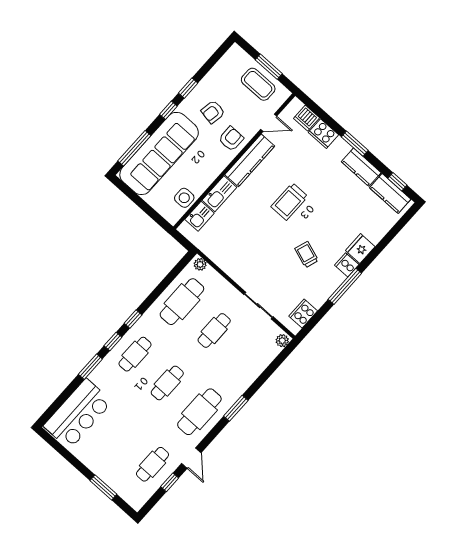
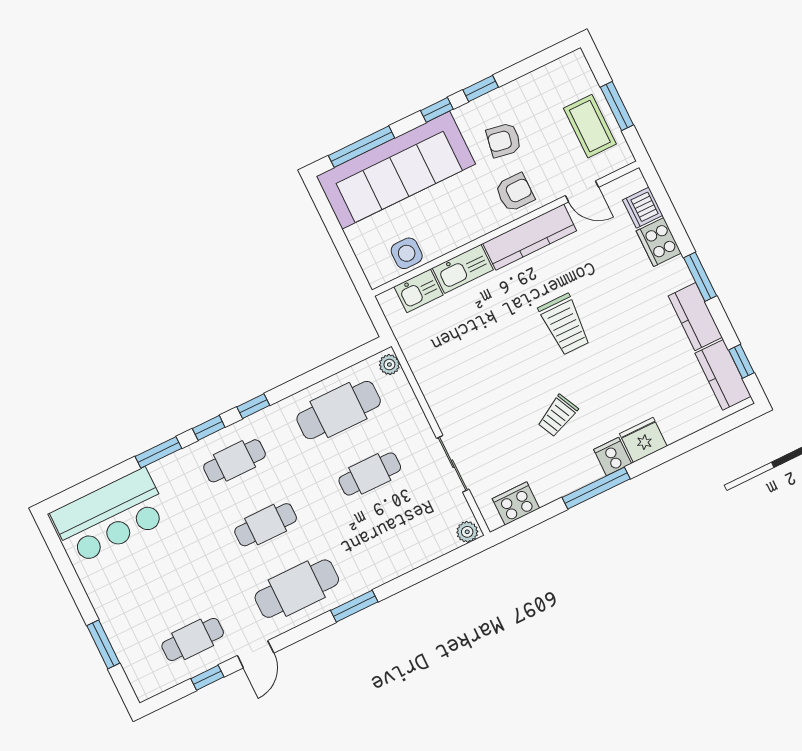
trolley: (289, 202) -> (565, 324), turned -90
trolley: (307, 255) -> (558, 416), turned -135

